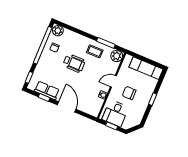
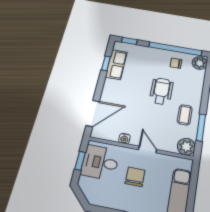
wheelchair: (74, 63) -> (161, 91), turned 180
door: (67, 107) -> (93, 113), moved

